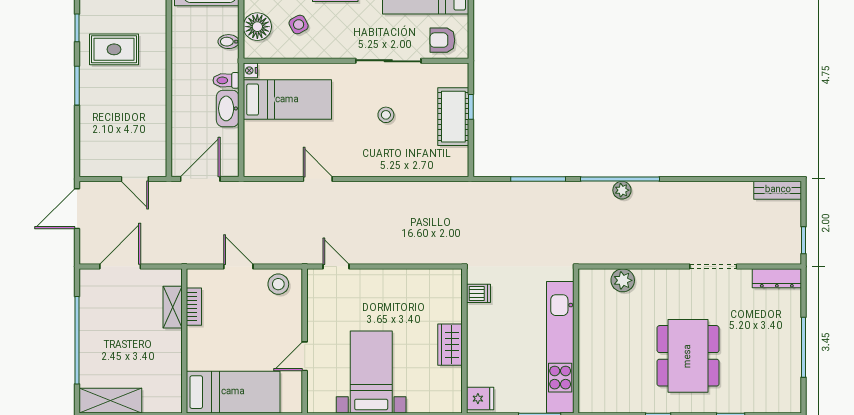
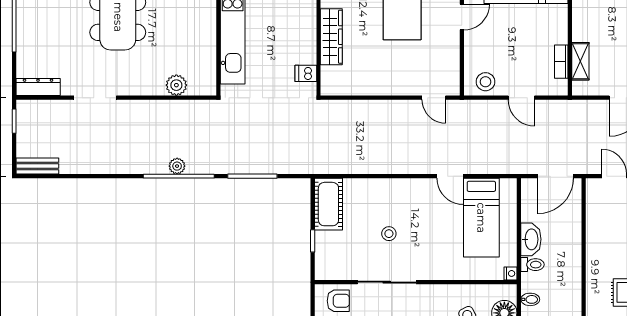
bed: (287, 100) -> (481, 218), moved, turned -90
cot: (453, 117) -> (328, 204), moved
wardrobe: (450, 345) -> (331, 37), width x1.50

